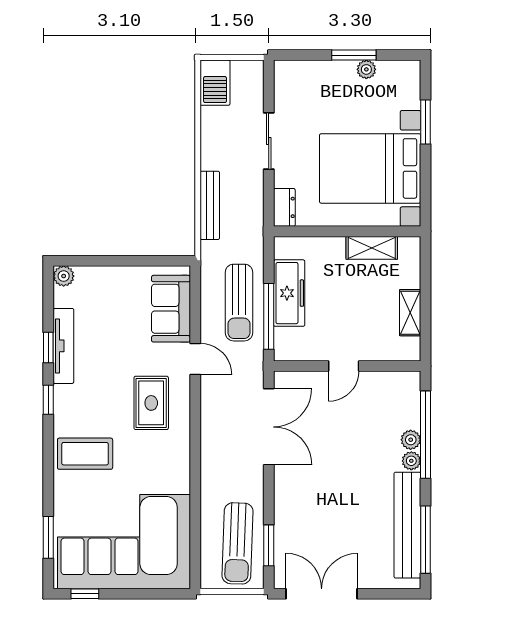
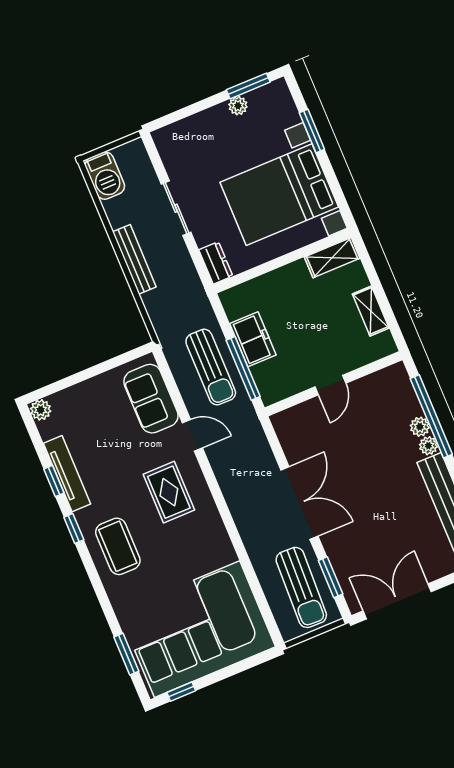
window: (354, 55) -> (248, 86), moved
bench: (210, 205) -> (134, 259), moved
shelving: (372, 248) -> (332, 258), moved
freezer: (289, 293) -> (253, 339), width x0.71
double door: (269, 427) -> (299, 503), moved
coffee table: (85, 454) -> (118, 546), moved, turned 90

